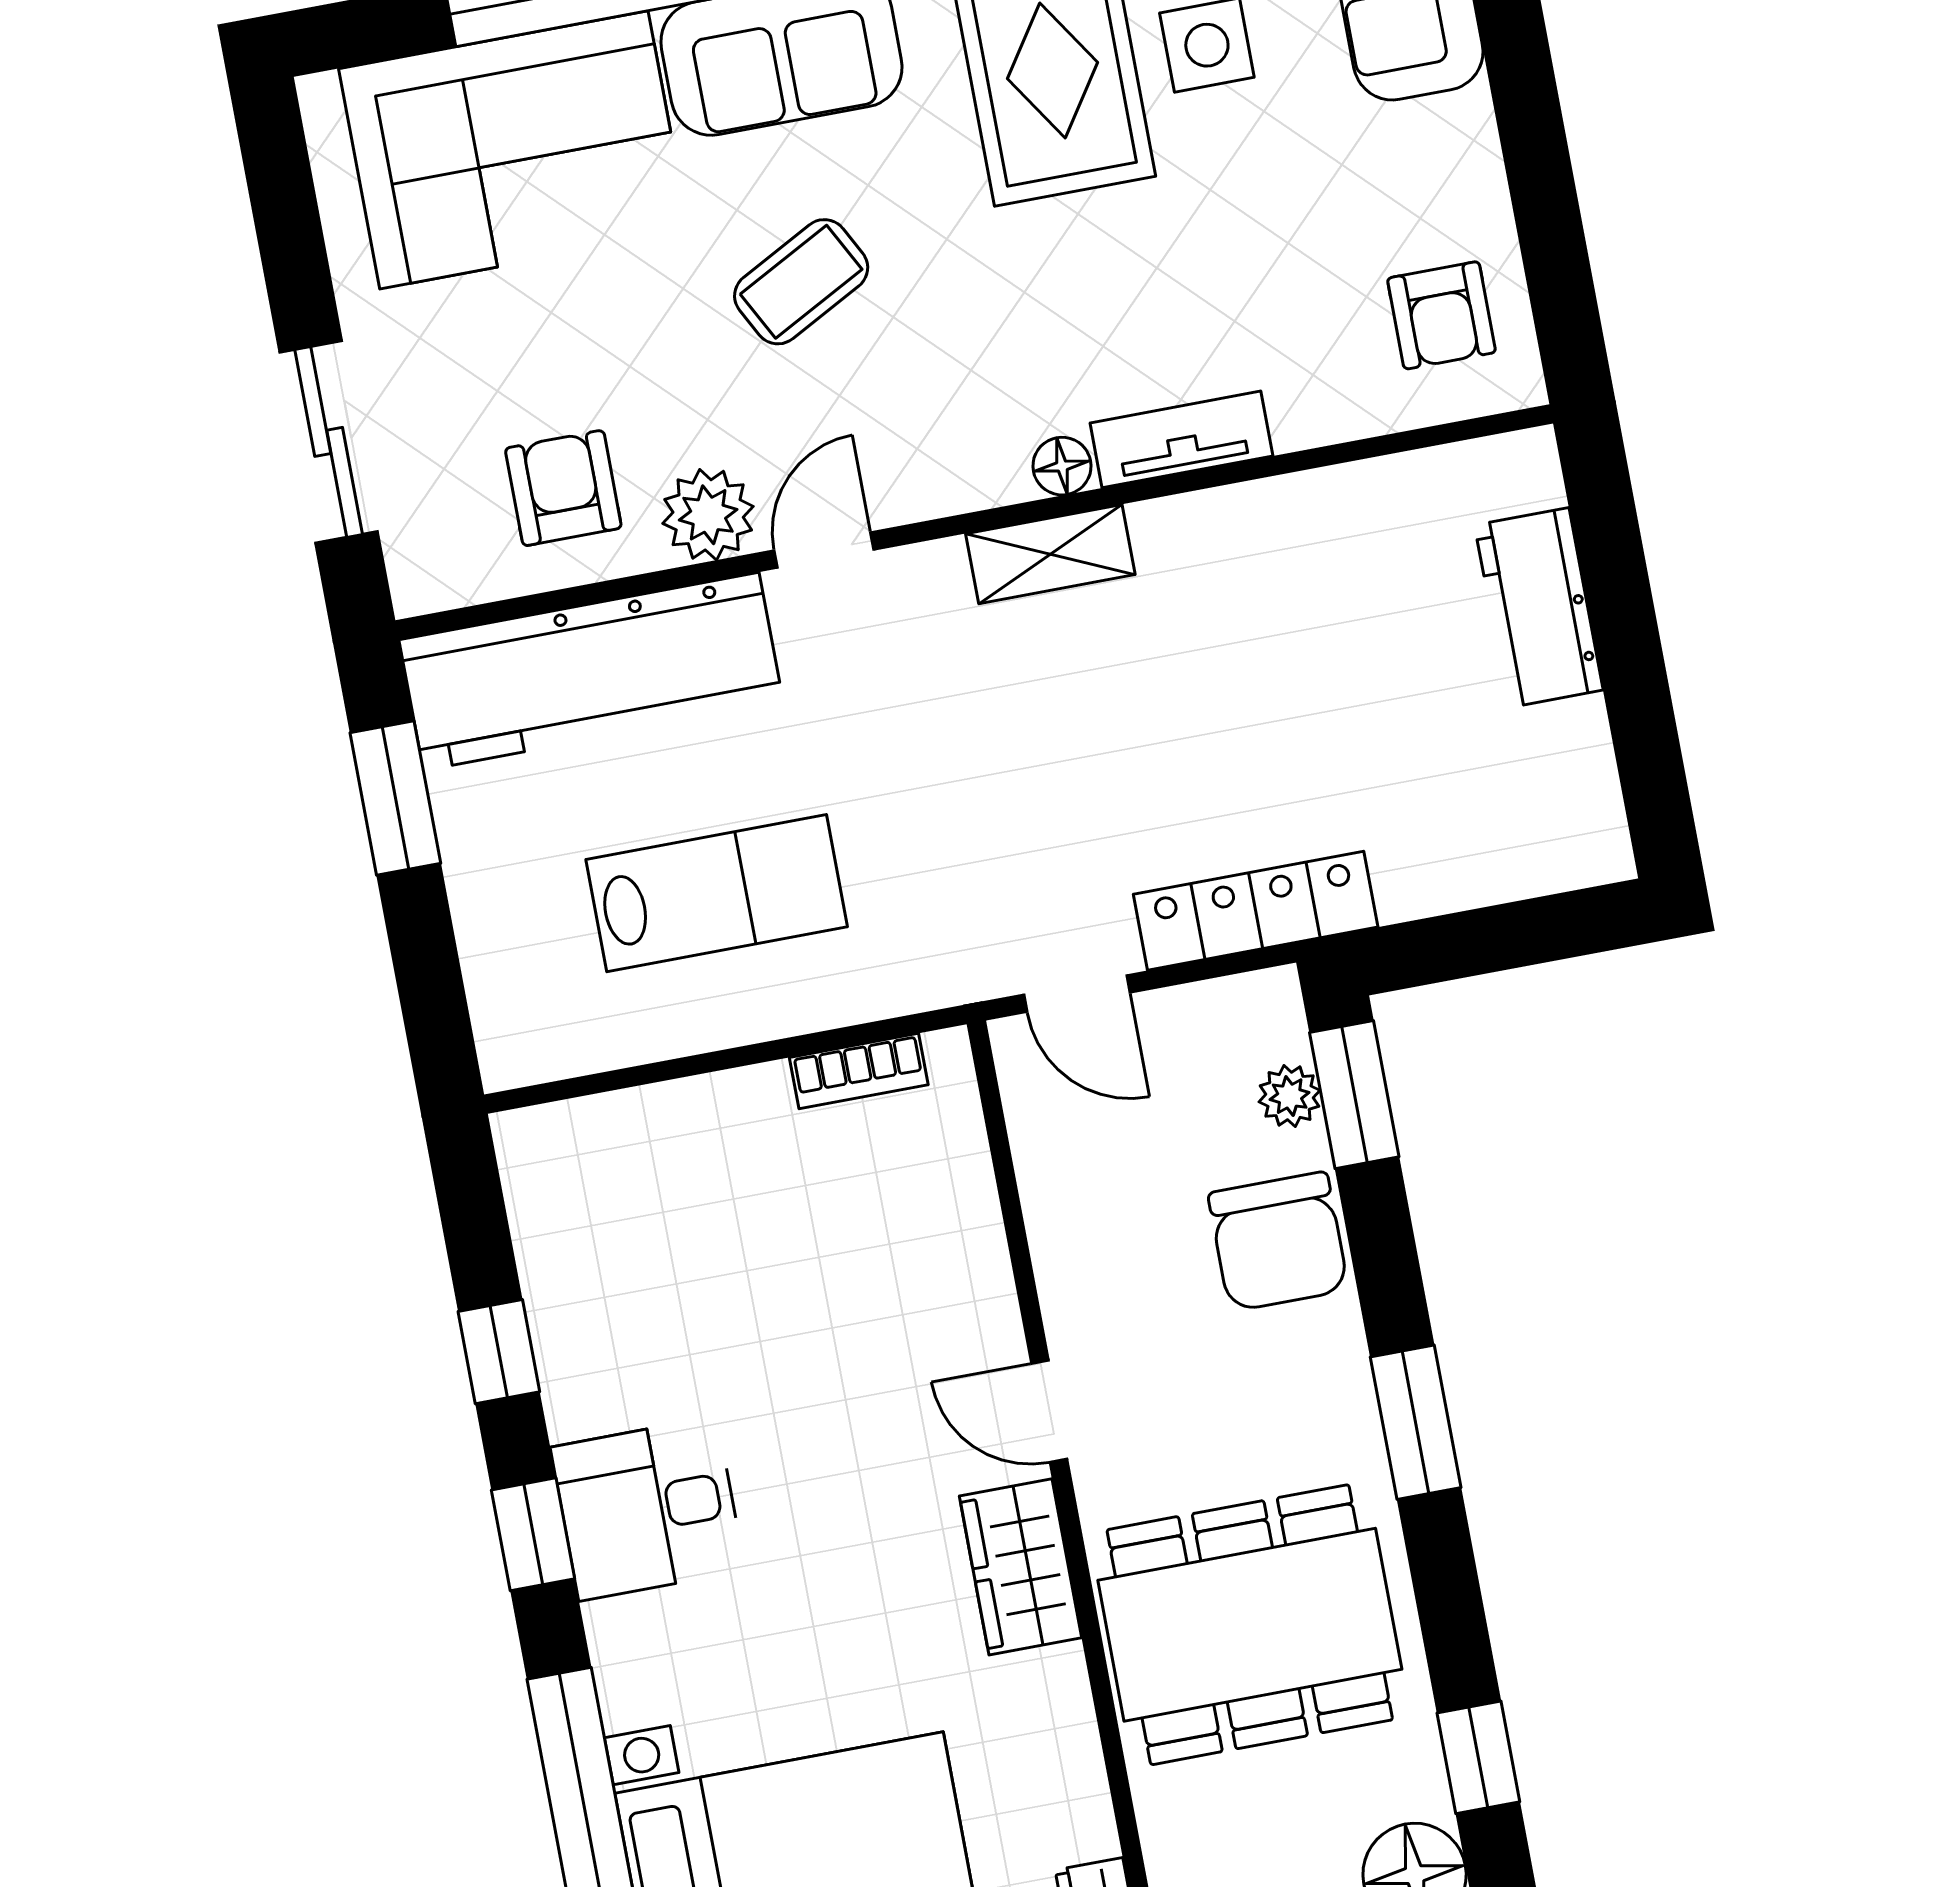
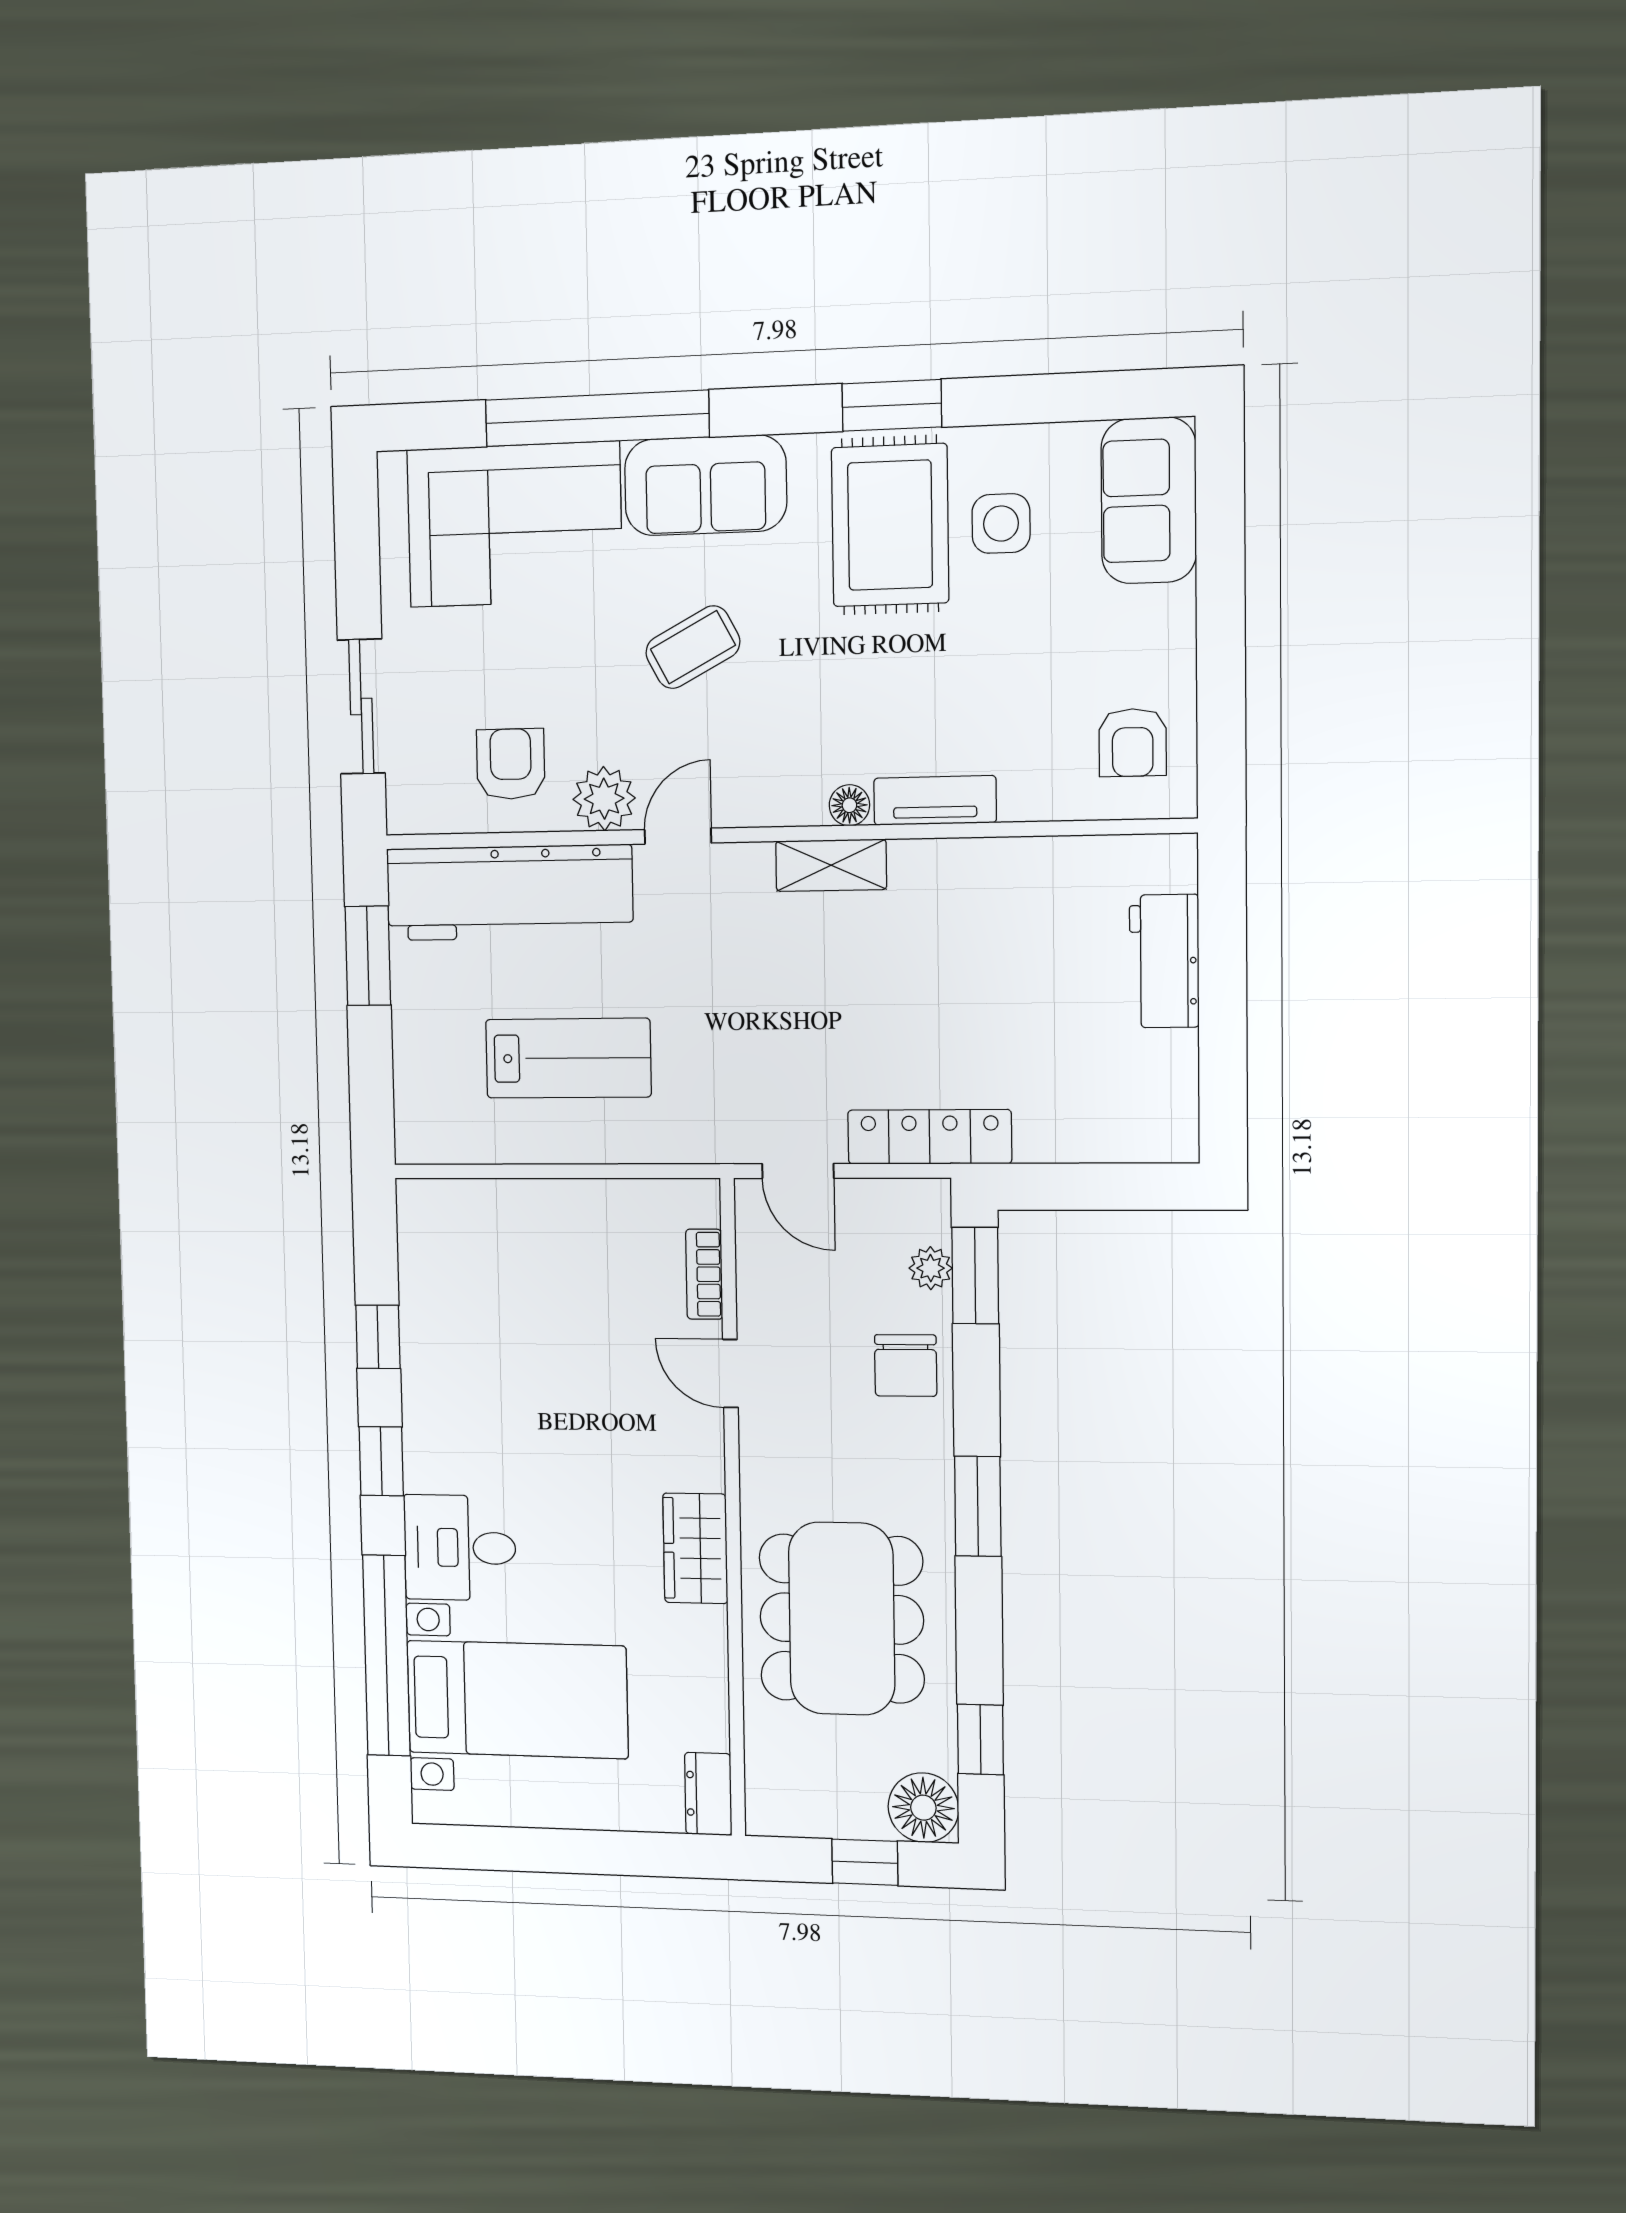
bookcase: (859, 1071) -> (704, 1274), moved, turned 90
chair: (1278, 1242) -> (906, 1365), width x0.73, depth x0.73
door: (1049, 1411) -> (730, 1373), moved
desk: (648, 1509) -> (460, 1548), moved
dining table: (1250, 1625) -> (842, 1619), turned 90

